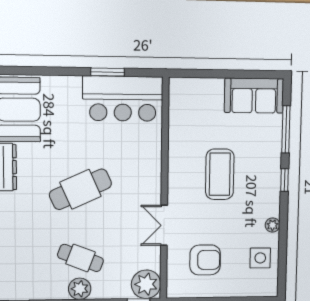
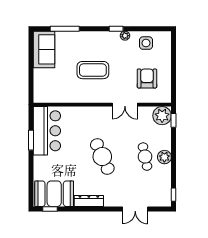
window: (284, 180) -> (116, 29), moved
cafe table: (81, 258) -> (145, 157), turned -33

